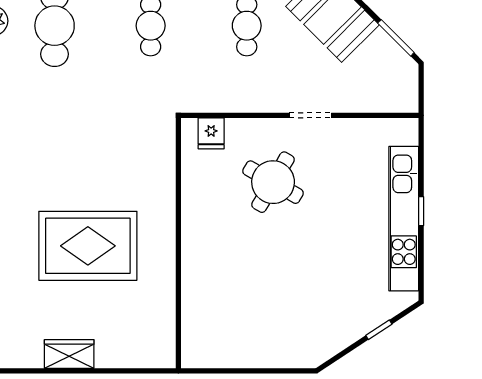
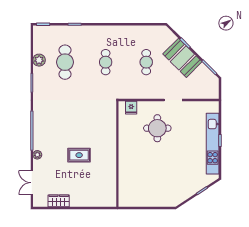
round table: (273, 182) -> (157, 128), turned -30
rug: (88, 246) -> (79, 155), width x0.54, depth x0.49
wardrobe: (69, 354) -> (59, 201), moved

